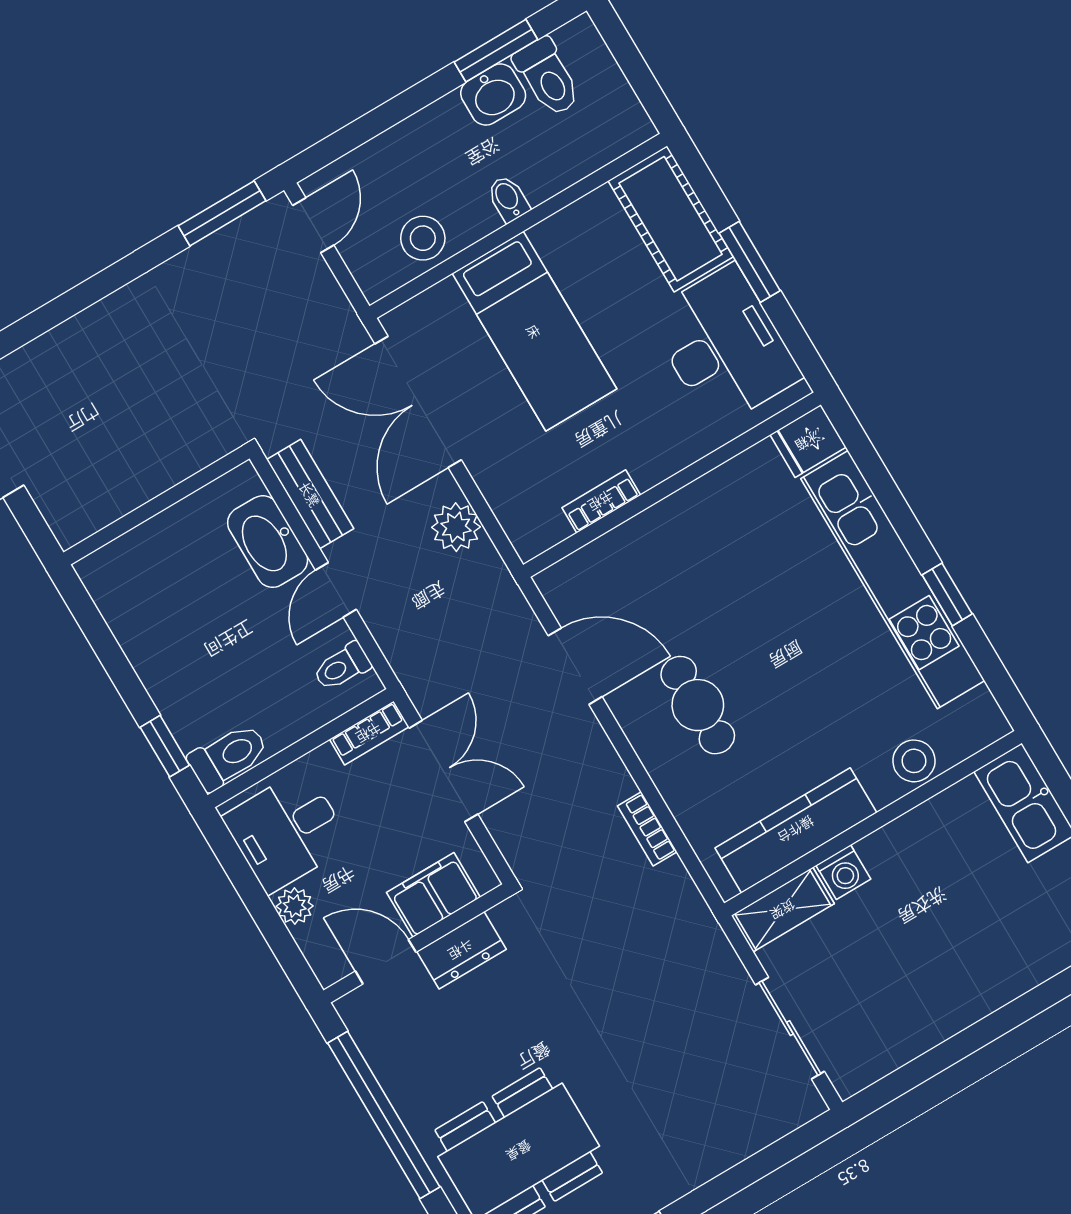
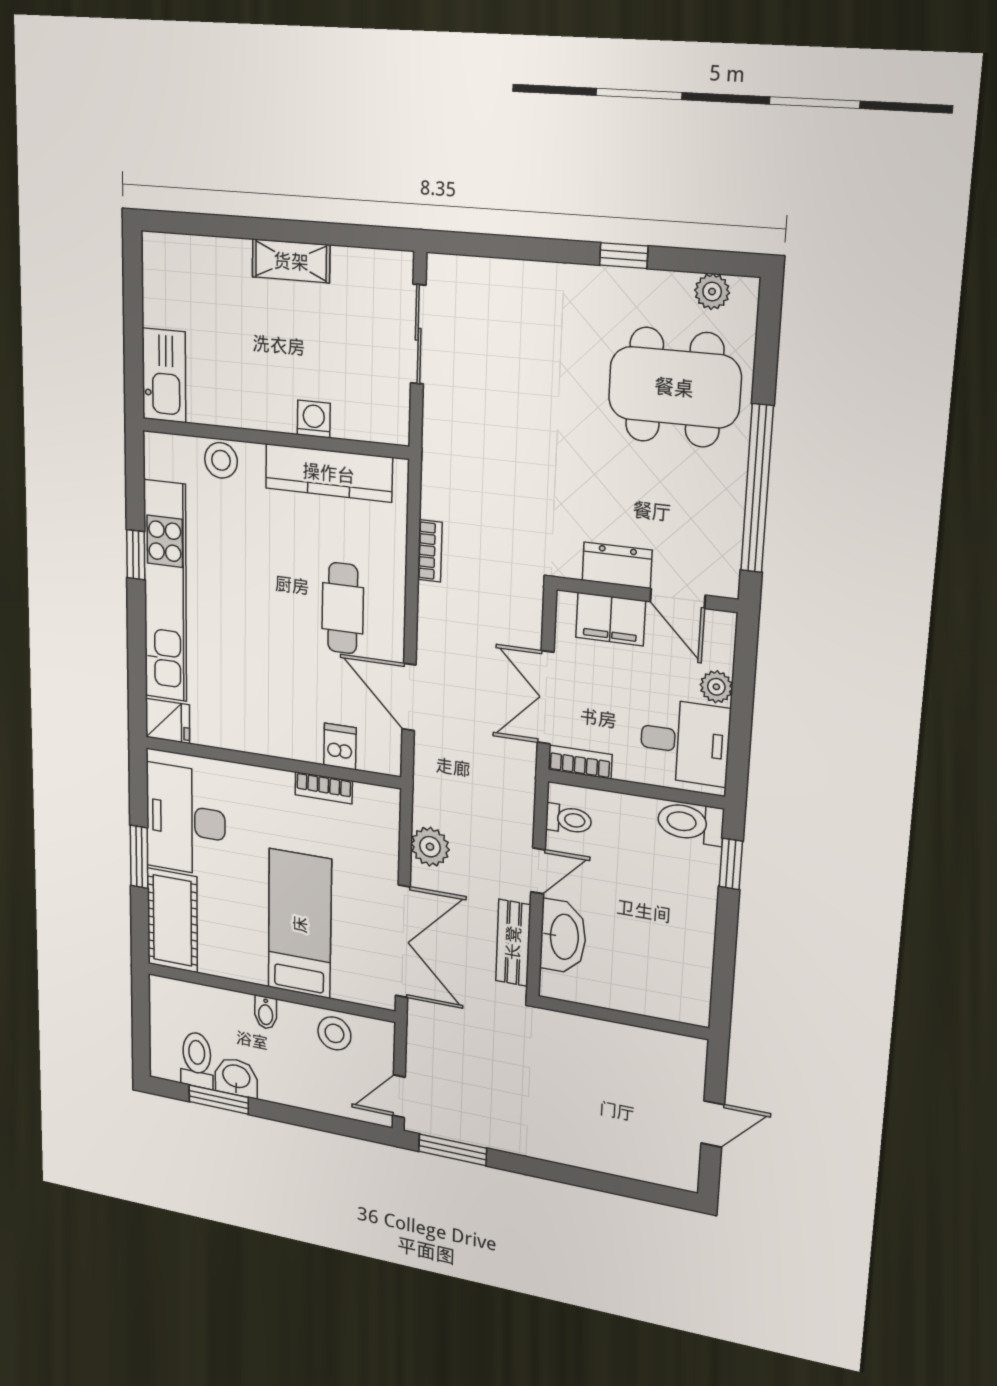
dishwasher: (612, 559) -> (340, 746), added
shelving: (783, 910) -> (291, 261), moved

